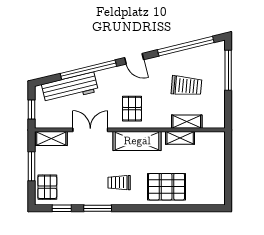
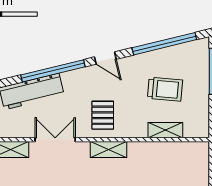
shelving: (180, 138) -> (158, 149), removed
shelving: (137, 141) -> (109, 150), width x0.67, depth x0.75

